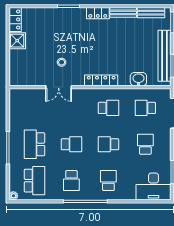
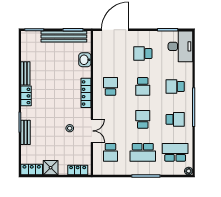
bench: (151, 13) -> (26, 132), moved
locker: (15, 71) -> (78, 170), added
school desk: (145, 108) -> (110, 152), moved

